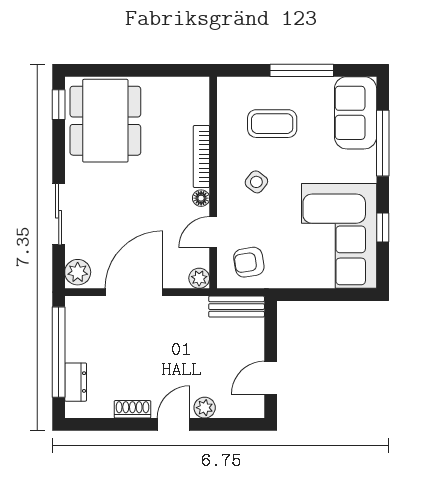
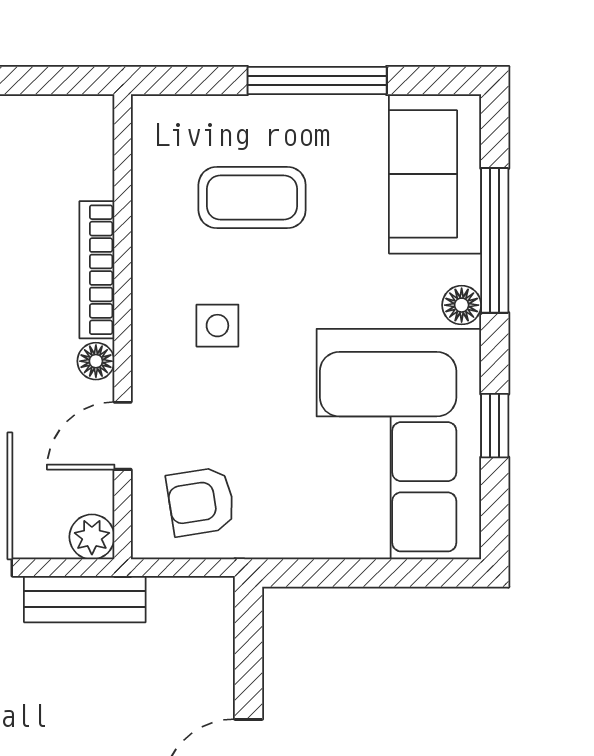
floor lamp: (368, 173) -> (462, 305), added
side table: (256, 182) -> (217, 326), turned -37
bench: (237, 307) -> (85, 599), moved

